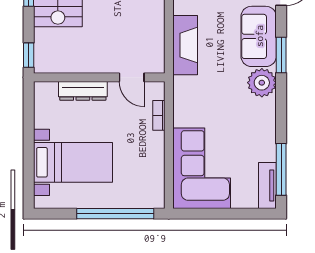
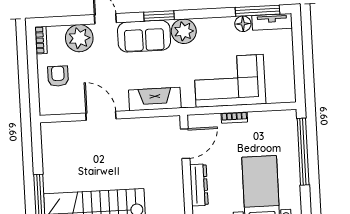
door: (132, 77) -> (185, 144), width x1.38
bookcase: (159, 115) -> (234, 118), moved
floor lamp: (267, 152) -> (243, 24), added
corner sofa: (202, 168) -> (230, 81), moved

